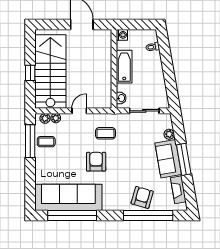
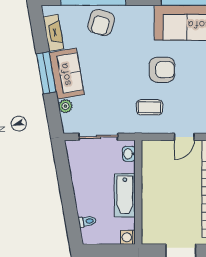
armchair: (96, 162) -> (162, 70), turned -90

